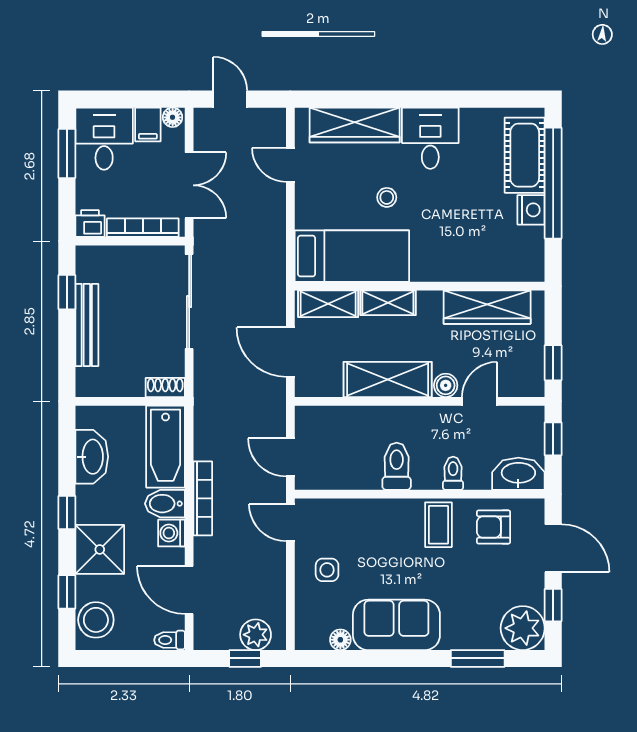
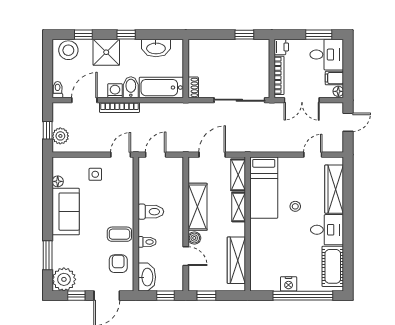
cot: (525, 155) -> (333, 266), moved, turned 90
bench: (87, 325) -> (227, 45), removed
bookcase: (203, 498) -> (120, 108), moved

